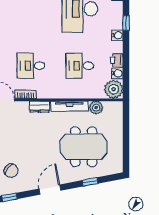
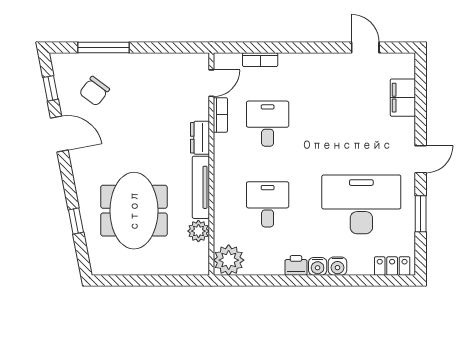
window: (126, 23) -> (338, 281), removed
printer: (117, 60) -> (296, 265), moved
water cooler: (117, 73) -> (337, 266), moved
door: (50, 190) -> (59, 134), moved

